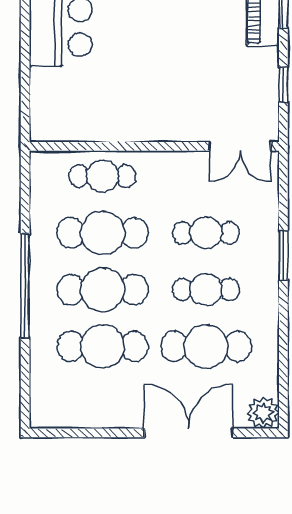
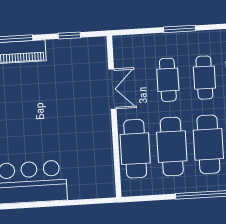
double door: (240, 146) -> (112, 89), moved
cafe table: (102, 176) -> (135, 149), width x1.37, depth x1.35

